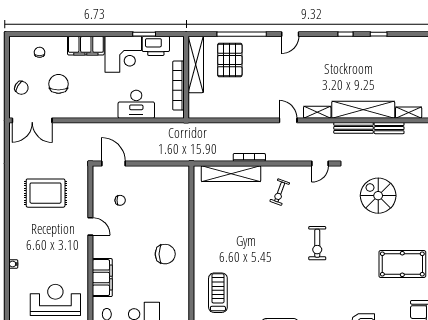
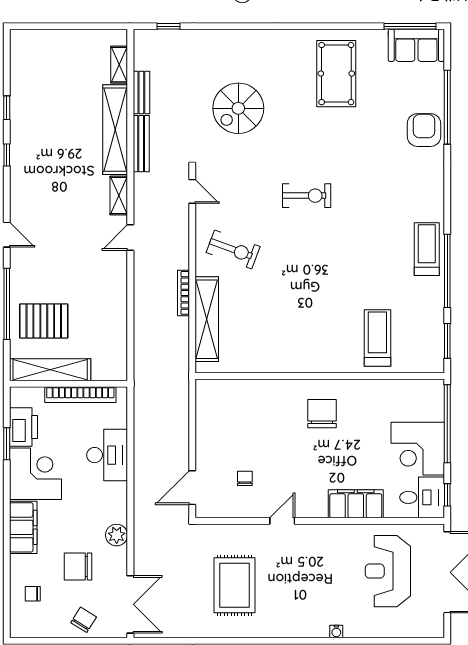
plant: (80, 111) -> (117, 535), added
exercise bike: (280, 192) -> (233, 249), width x1.38, depth x1.39
treadmill: (218, 293) -> (377, 338), turned 90

